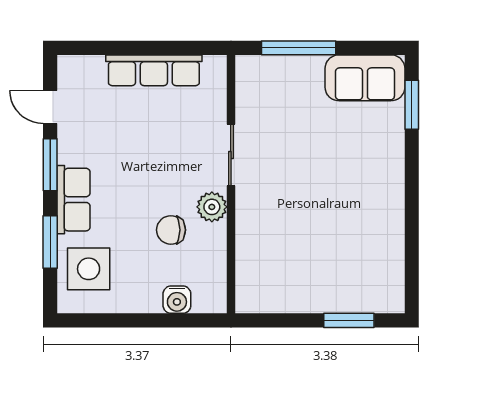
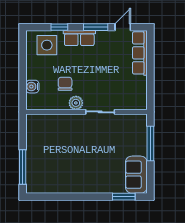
row of seats: (154, 70) -> (140, 53), moved
window: (50, 242) -> (59, 27), width x0.67
window: (349, 320) -> (23, 167), width x1.44

